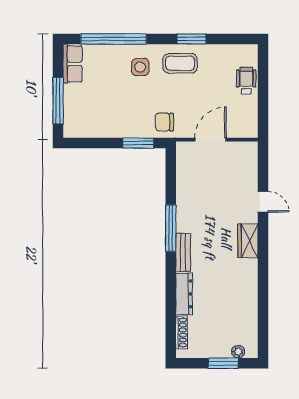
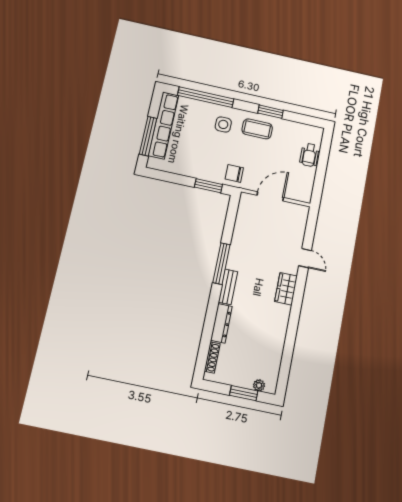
row of seats: (73, 64) -> (164, 125), width x2.02
wheelchair: (246, 81) -> (309, 155), turned 180

